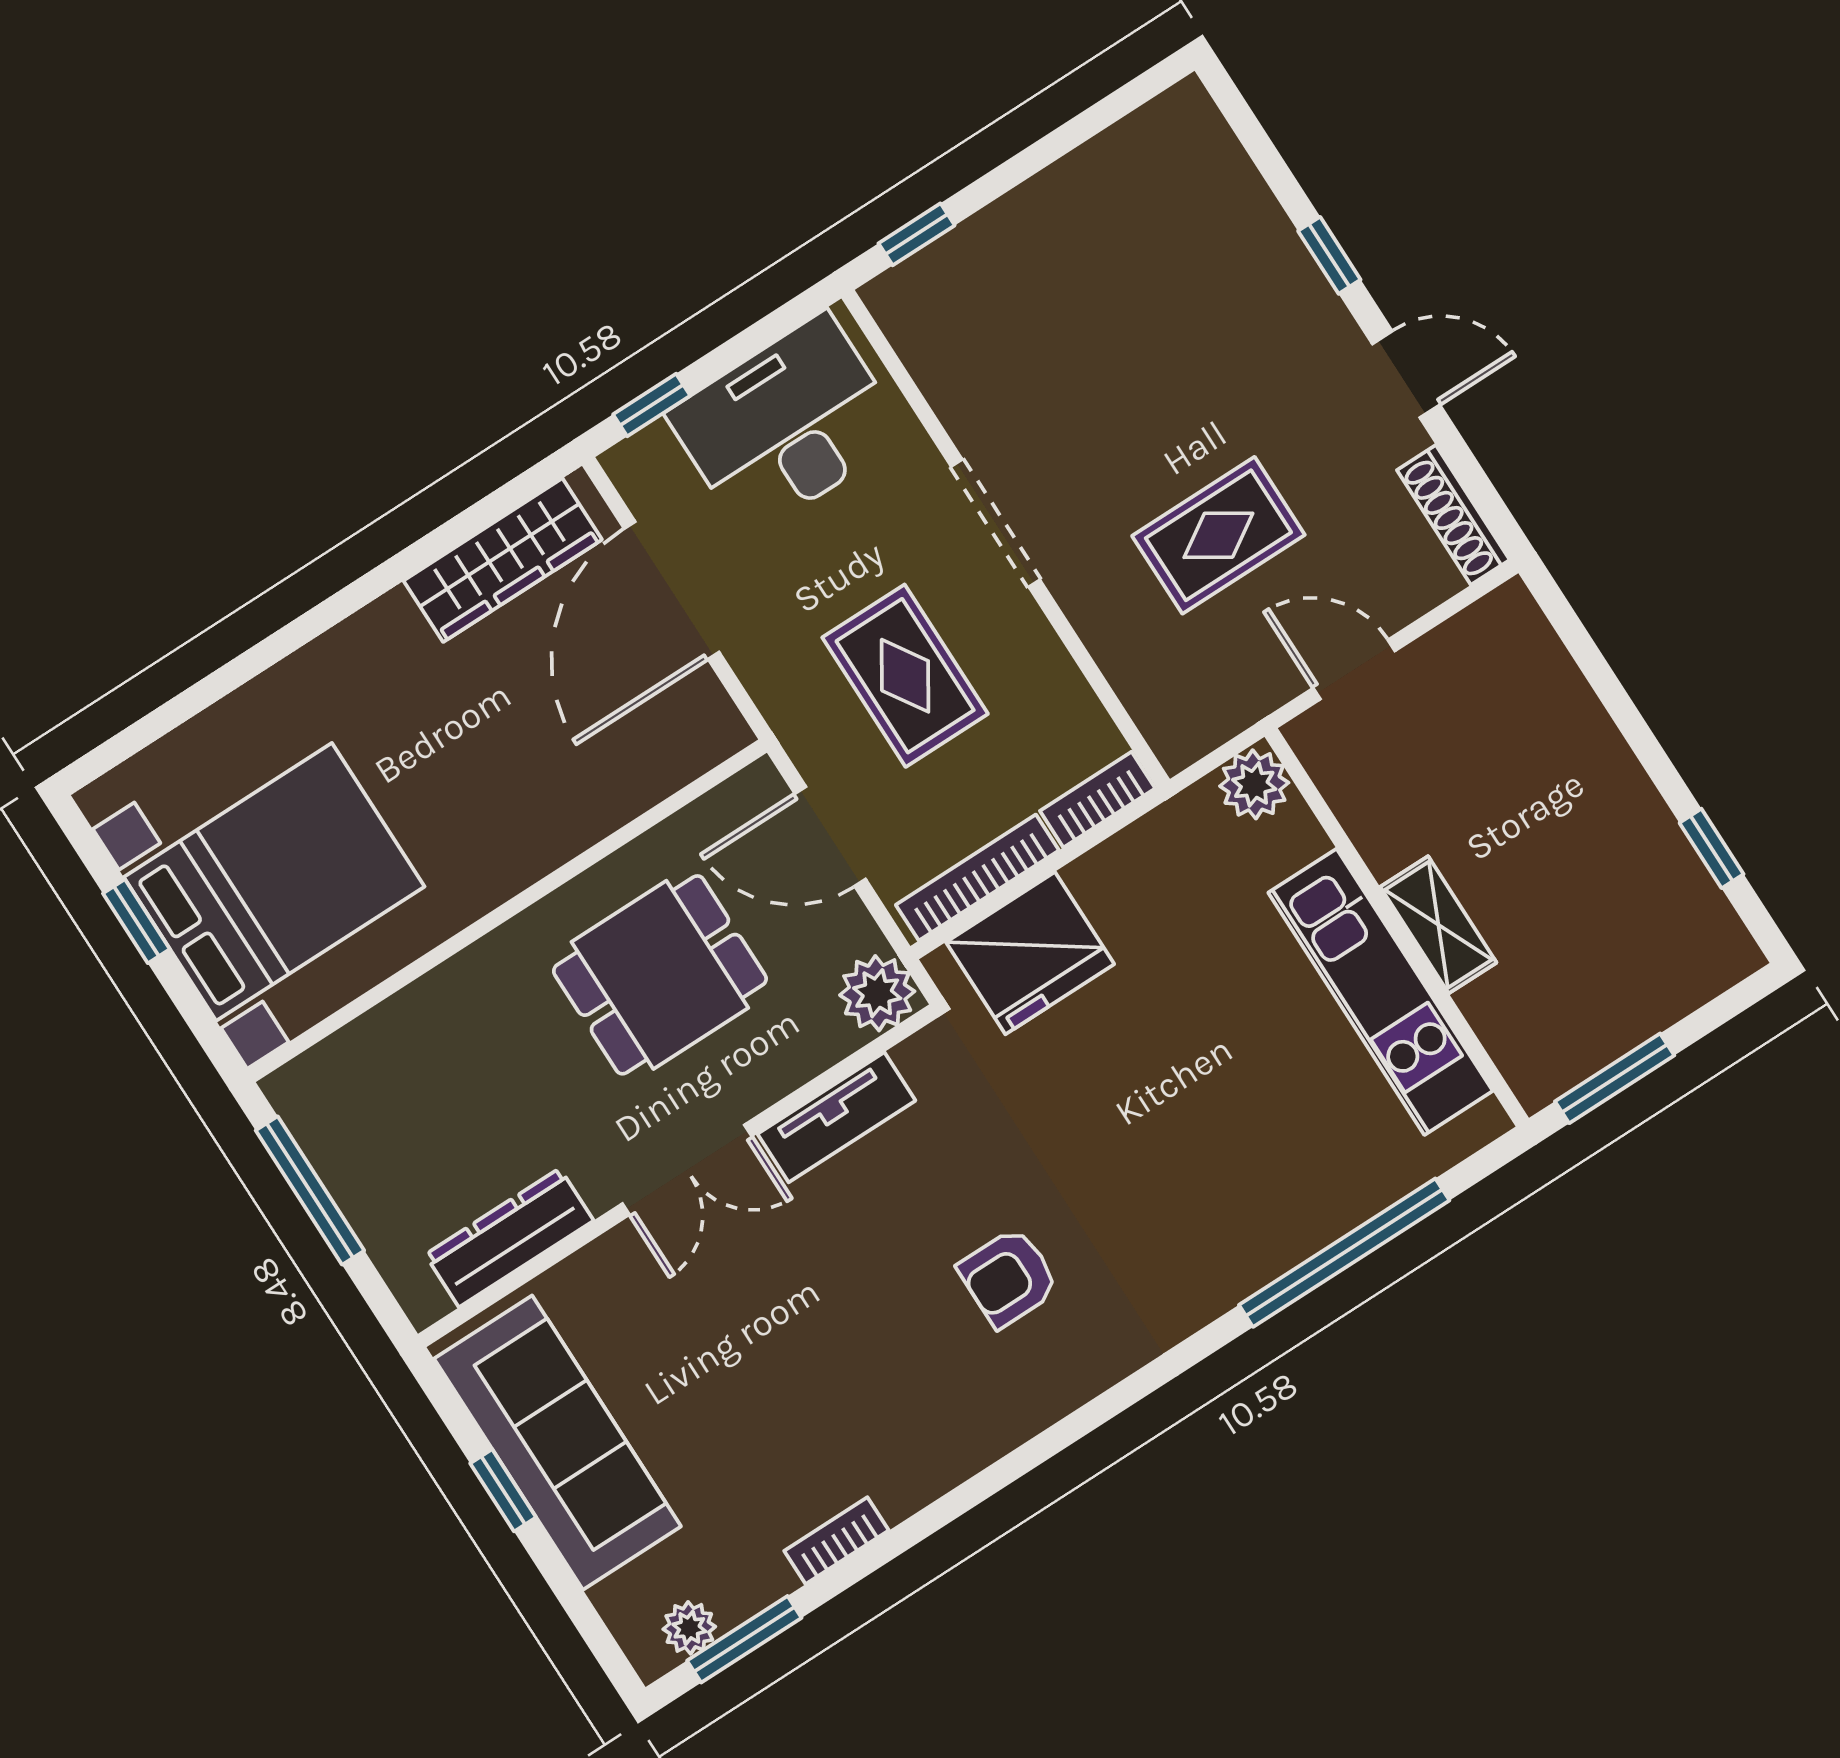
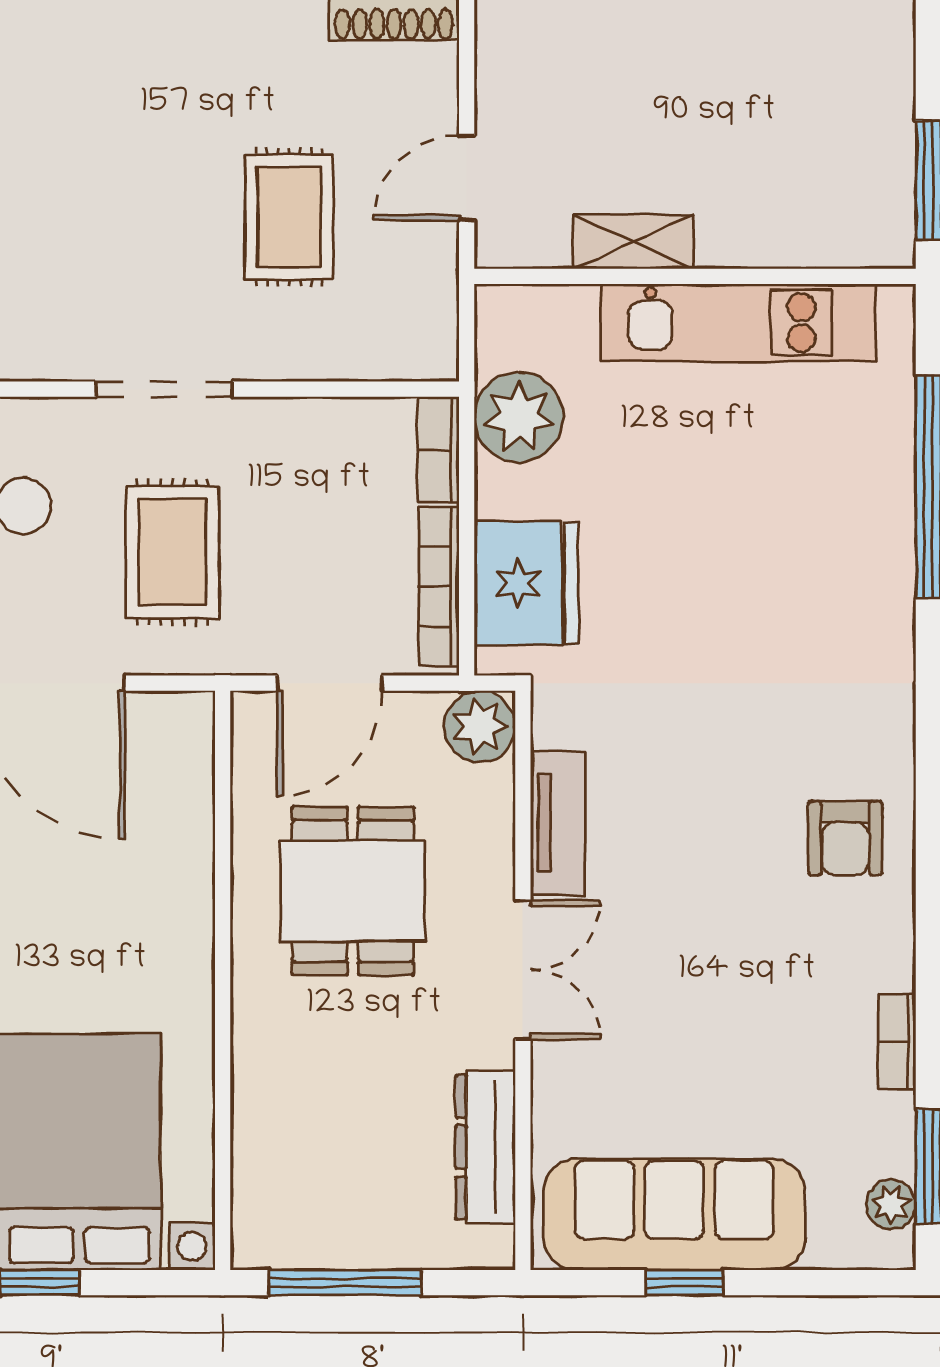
rug: (905, 676) -> (172, 552), moved, turned 90
plant: (1254, 784) -> (519, 417), moved, width x1.36, depth x1.36
shelving: (1438, 925) -> (634, 242), moved
armchair: (1009, 1277) -> (845, 838), moved

